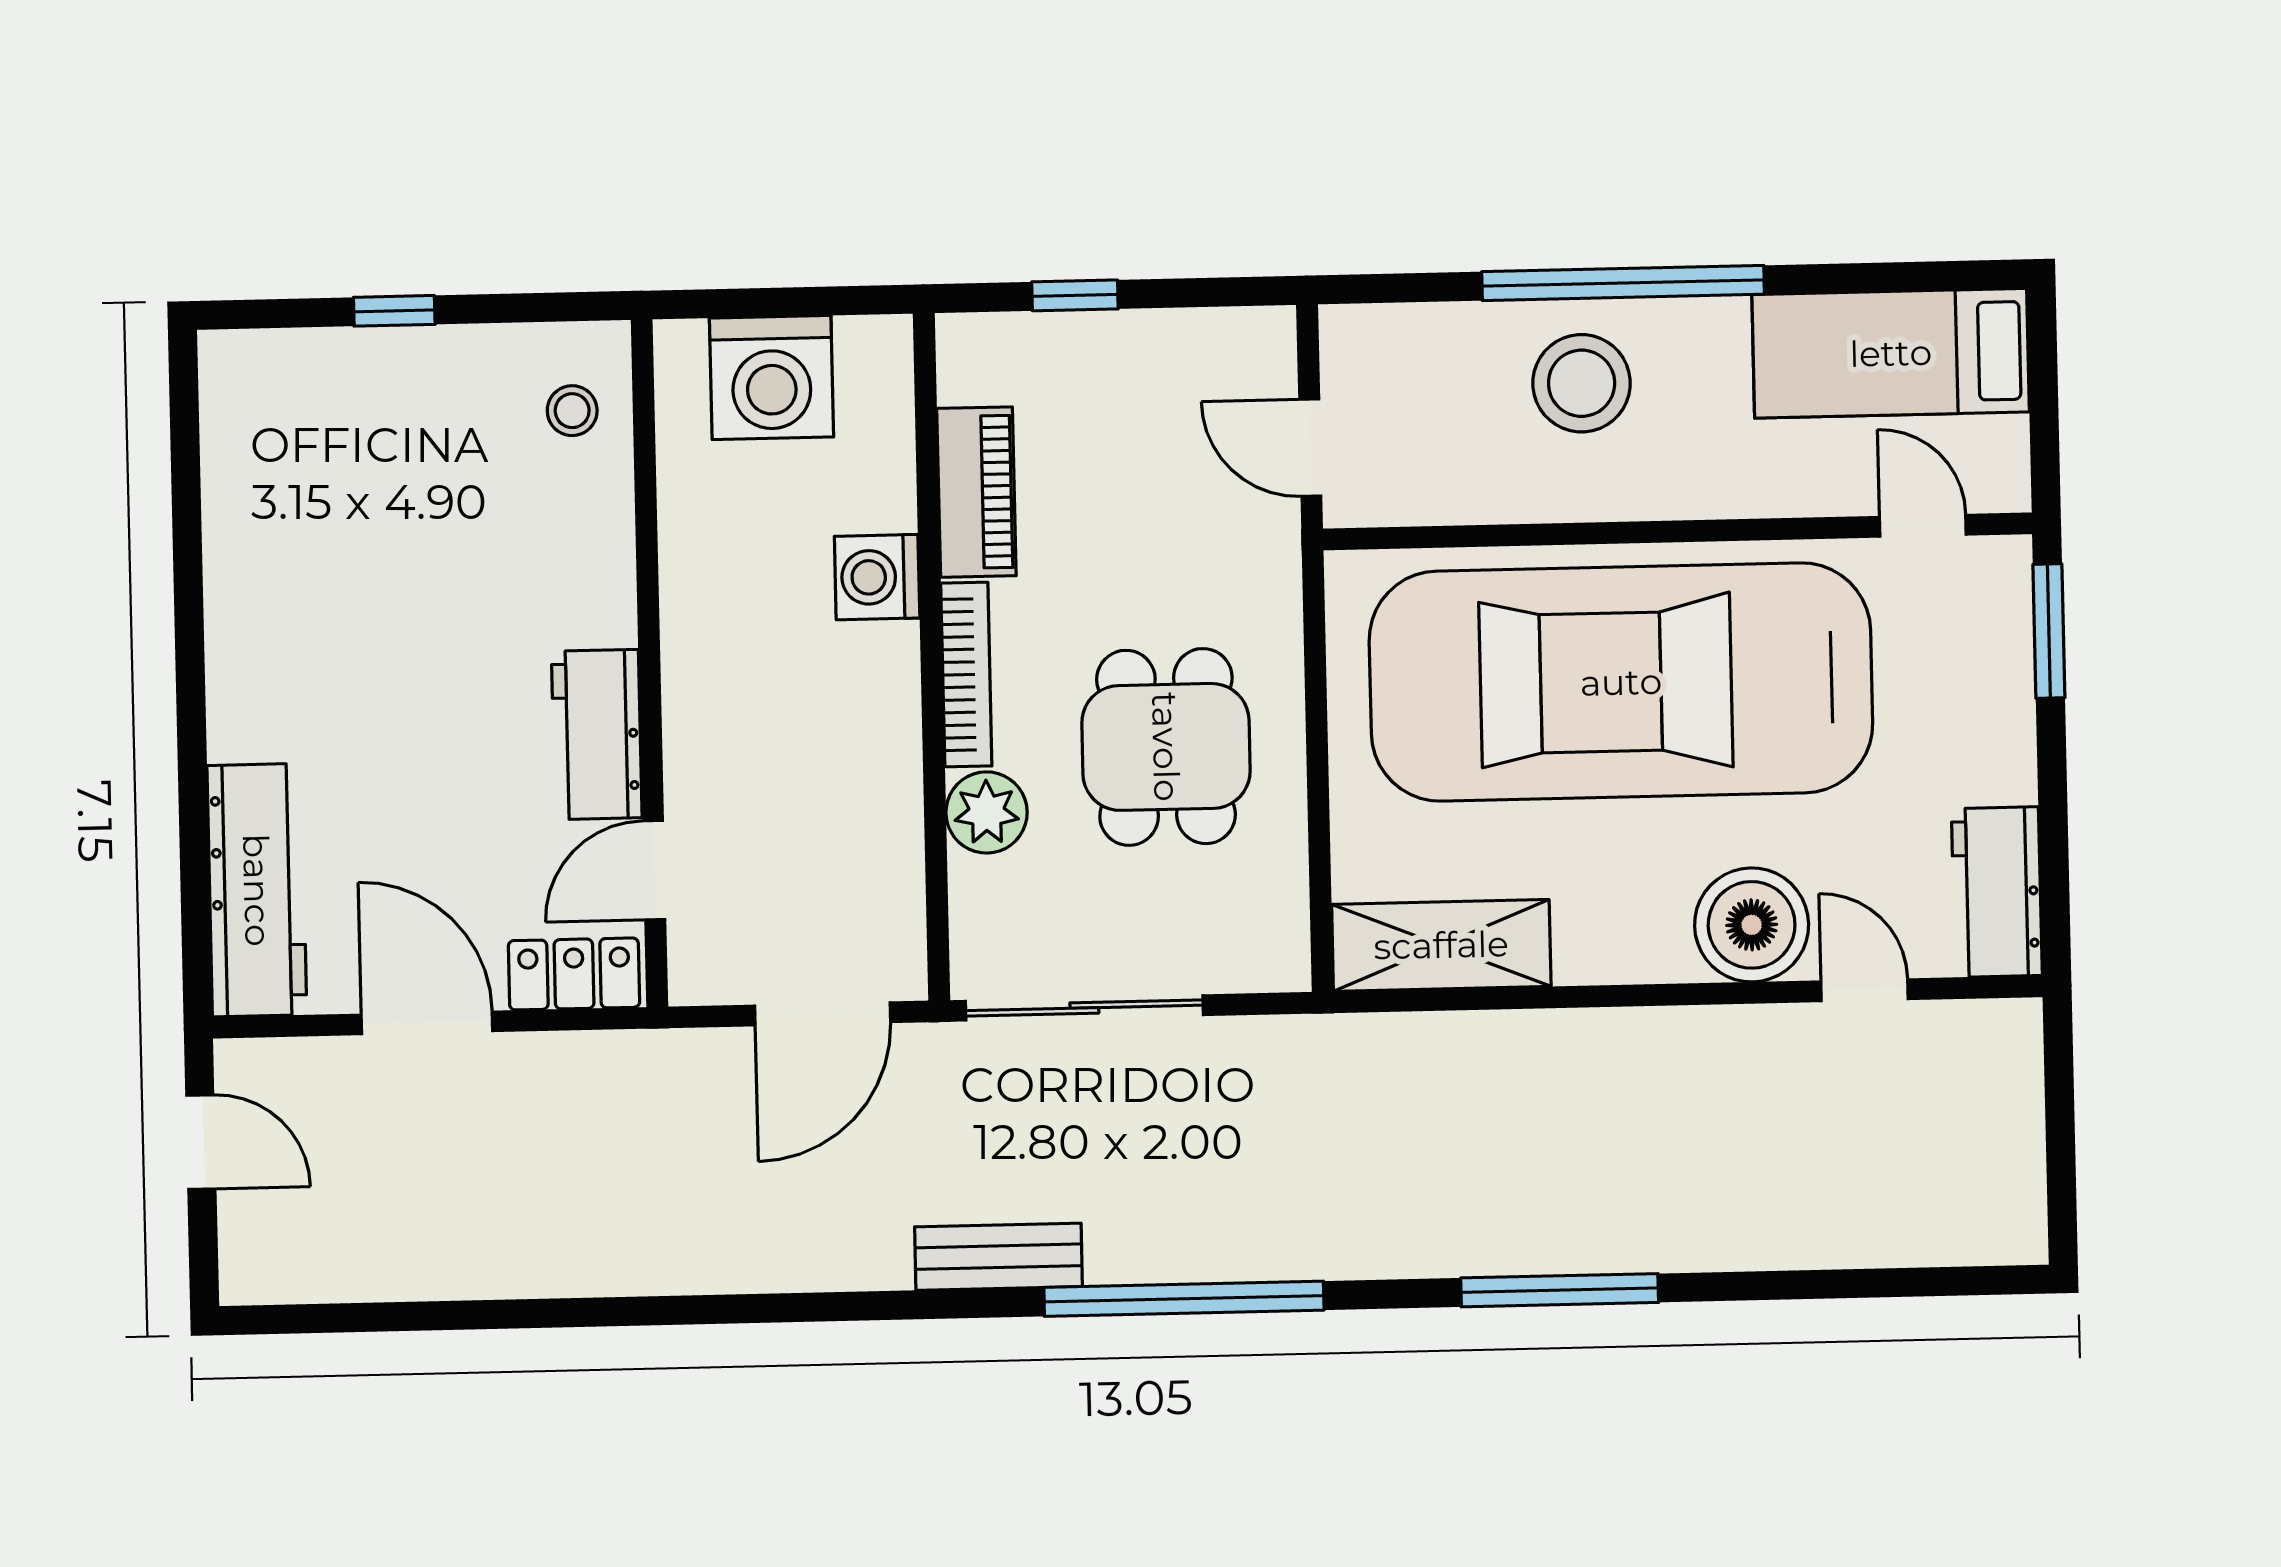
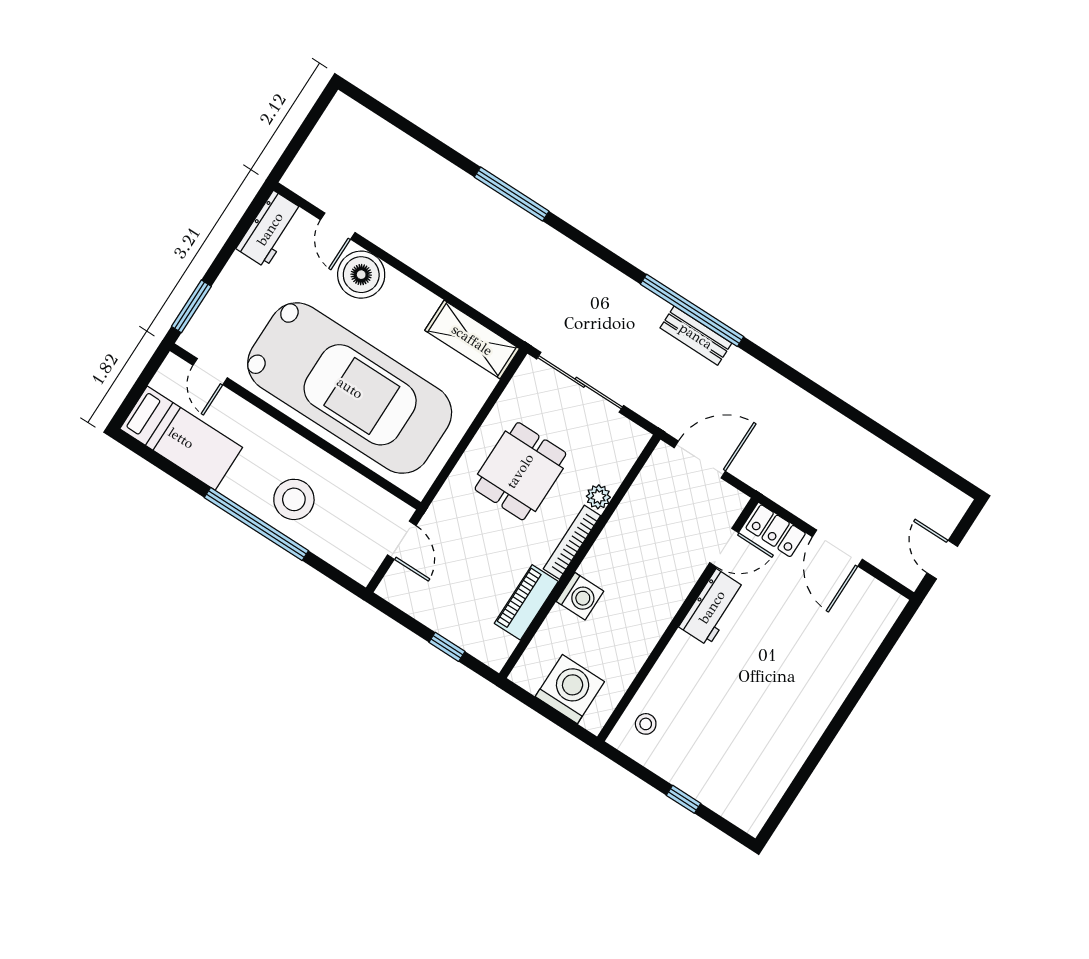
plant: (987, 812) -> (598, 497), width x0.73, depth x0.73
workbench: (257, 890) -> (865, 633), removed
sliding door: (1084, 1008) -> (580, 382), moved
window: (1184, 1299) -> (692, 310), moved

